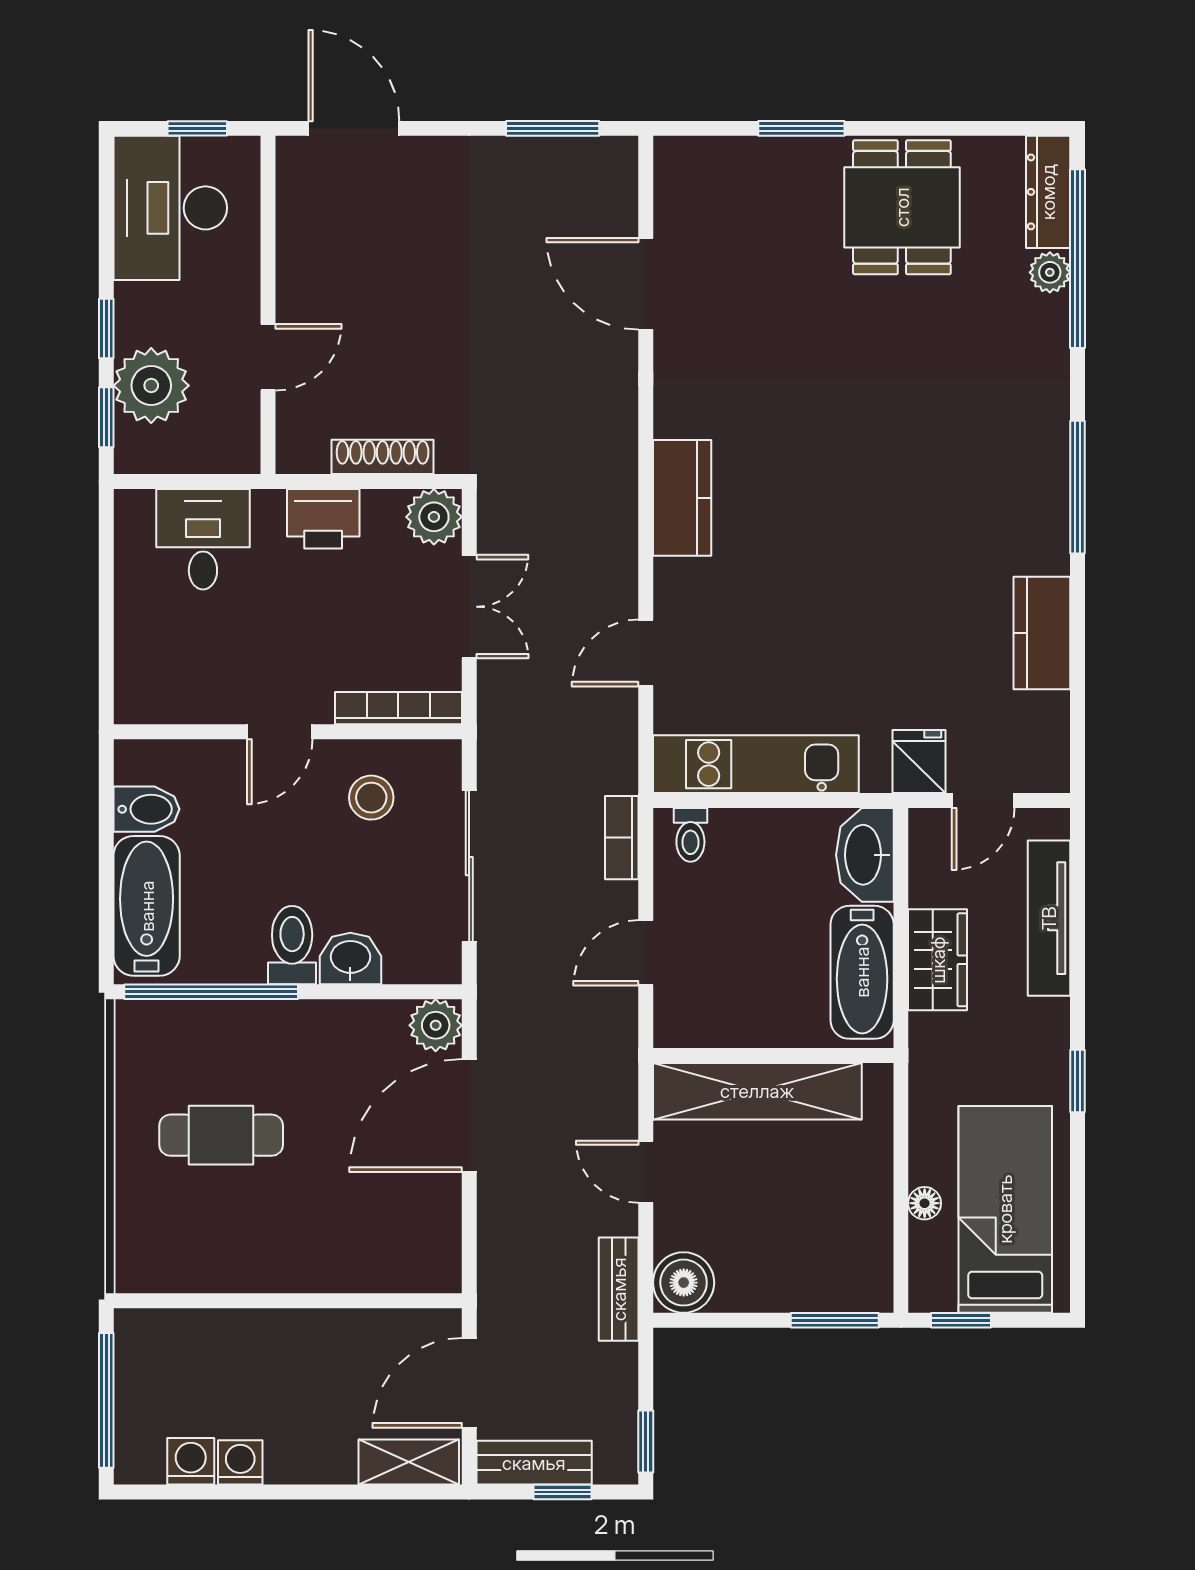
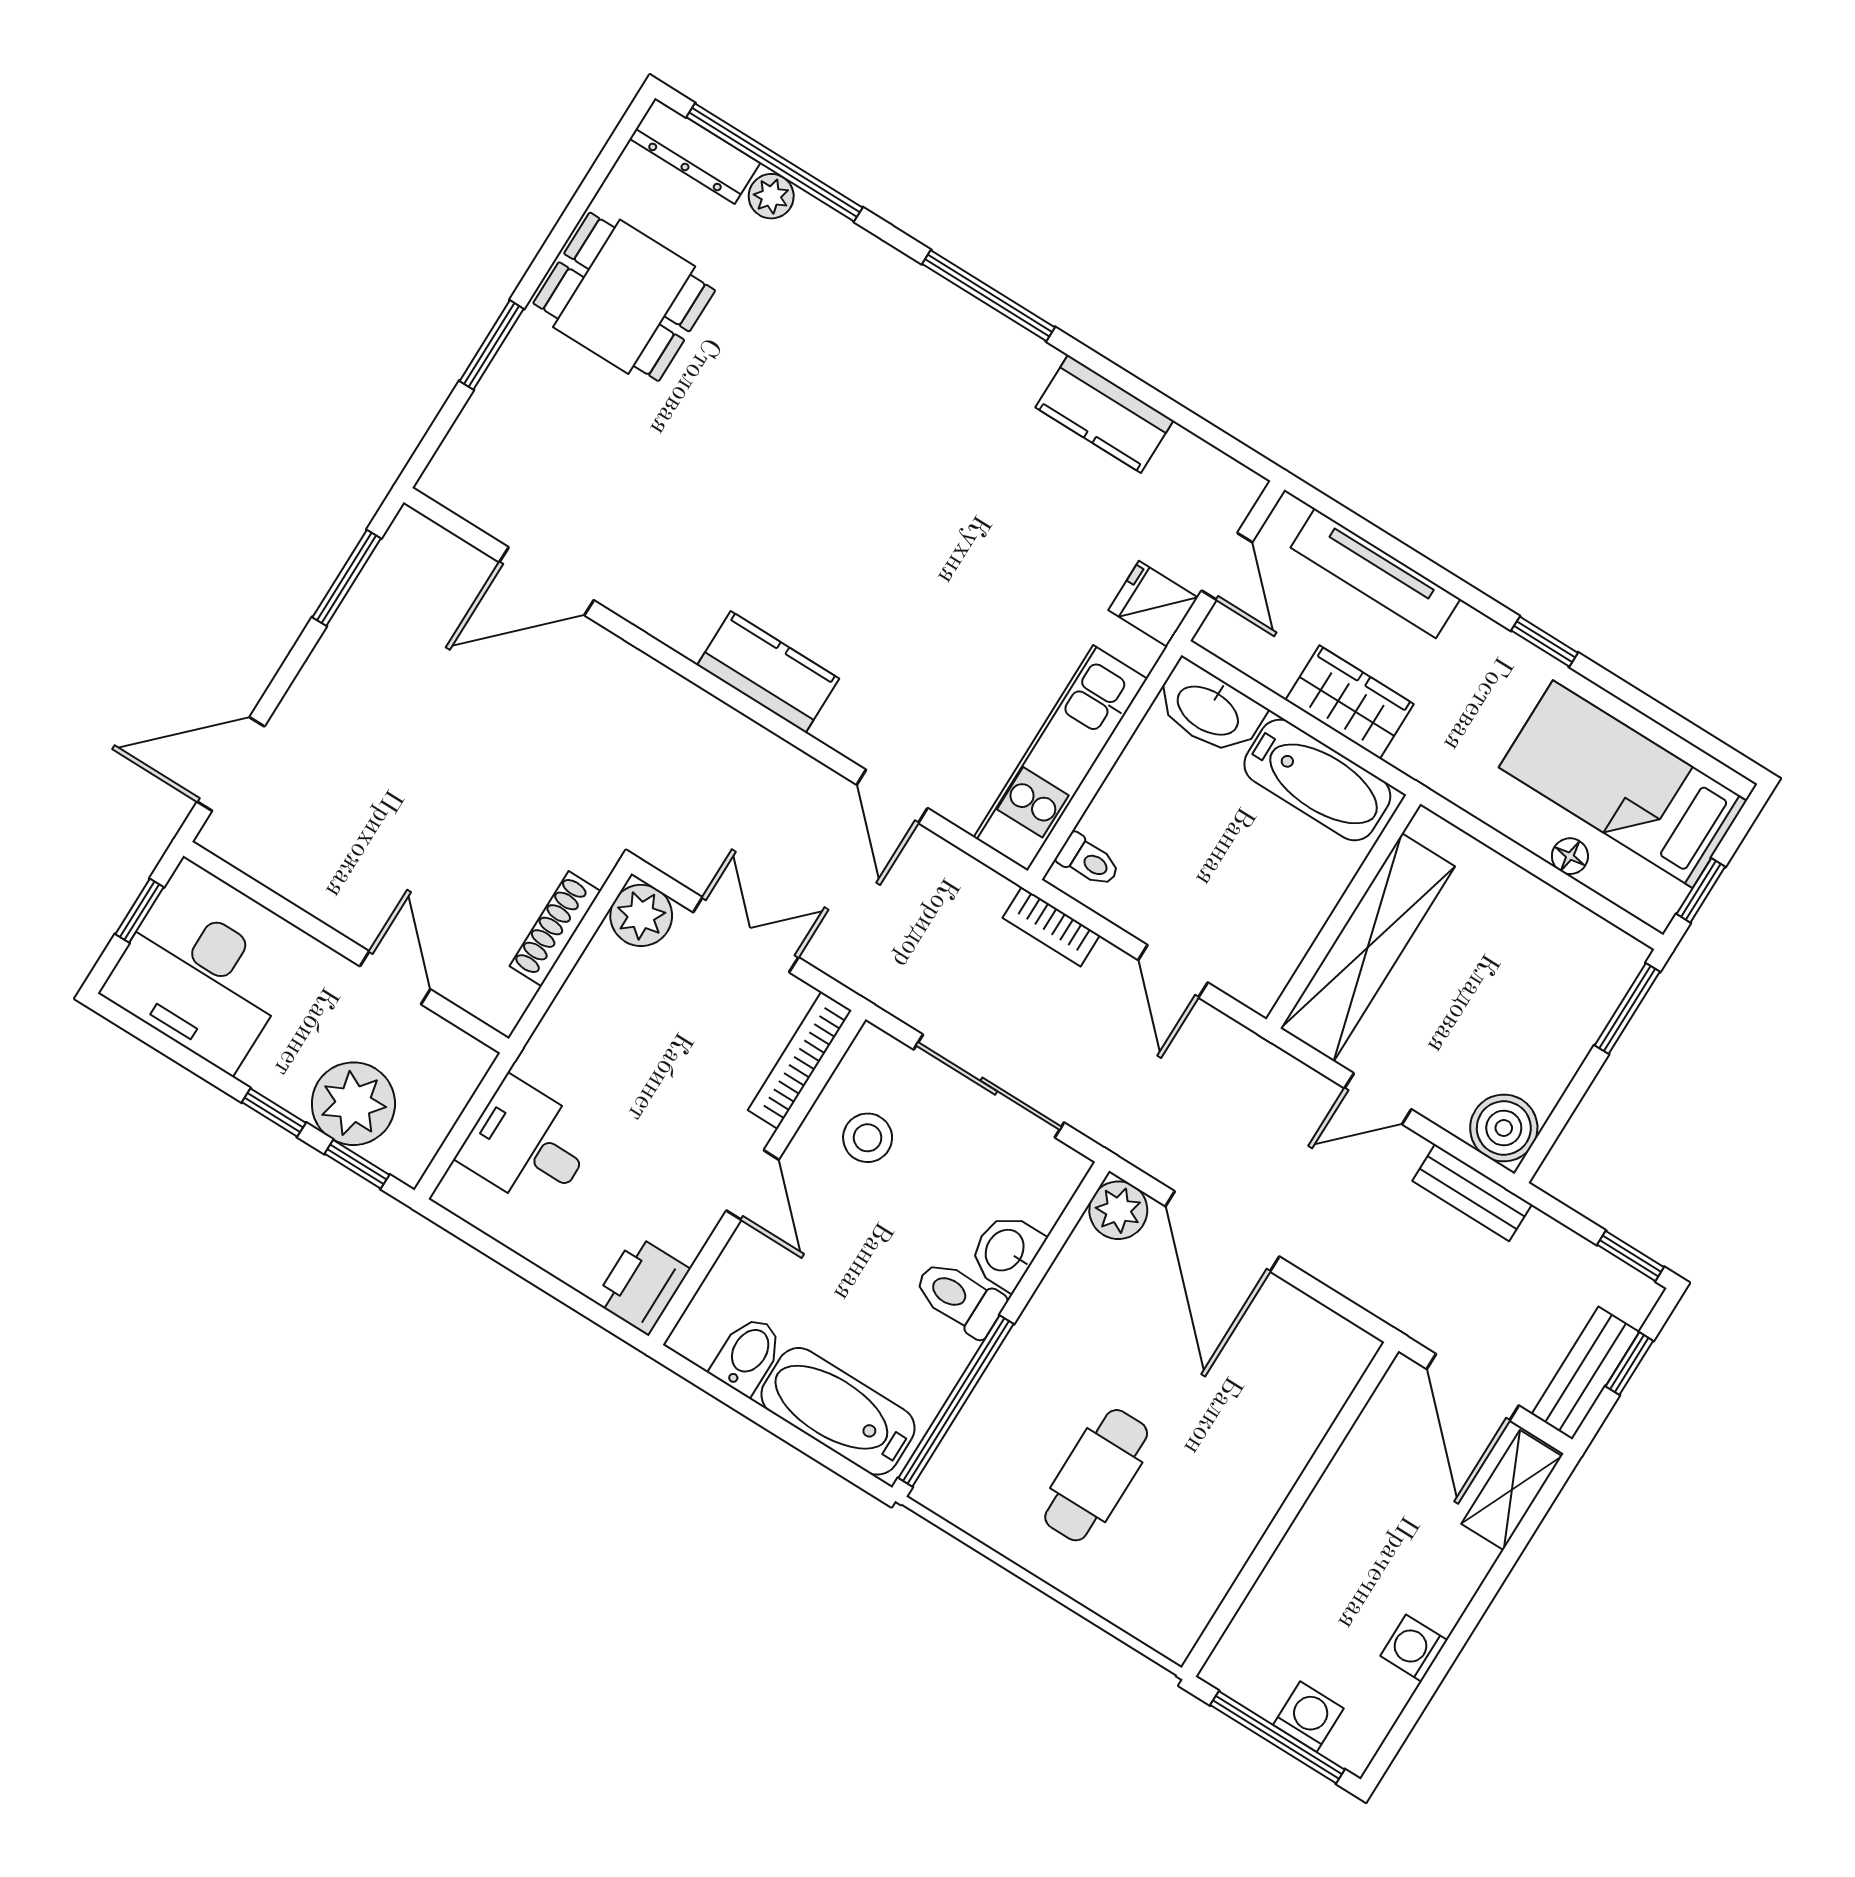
printer: (323, 519) -> (642, 1285), moved, turned 180
washing machine: (191, 1461) -> (1308, 1717), moved, turned 90

